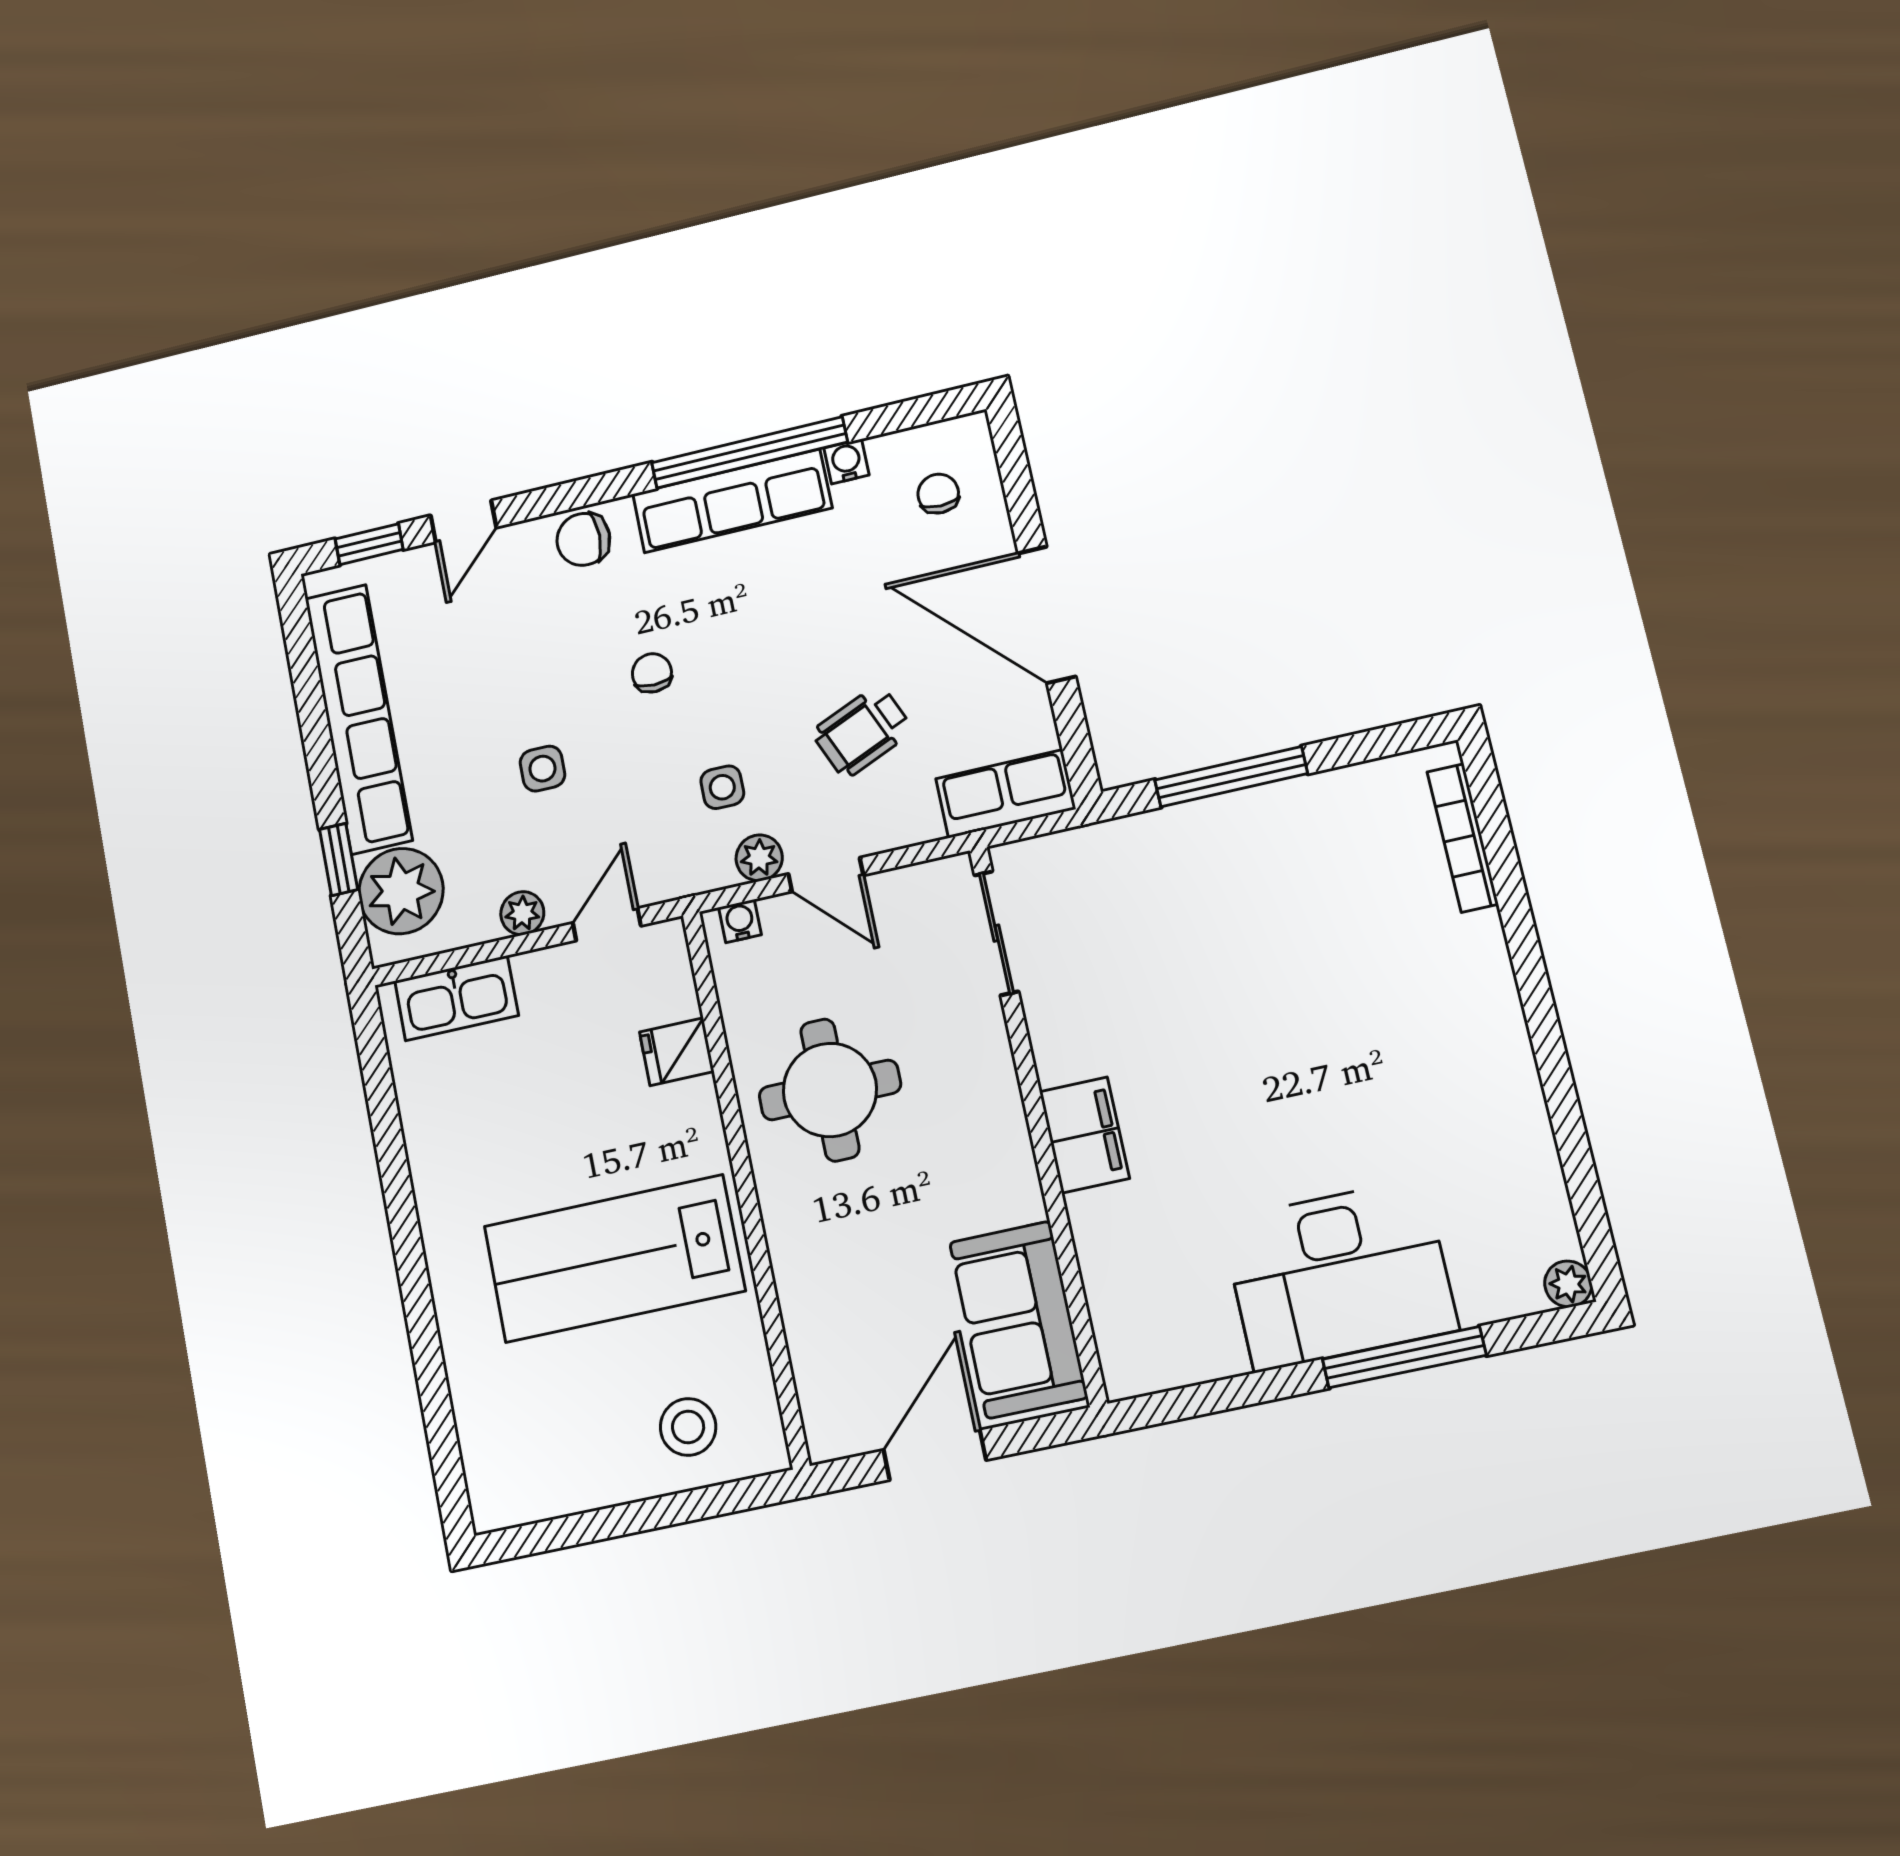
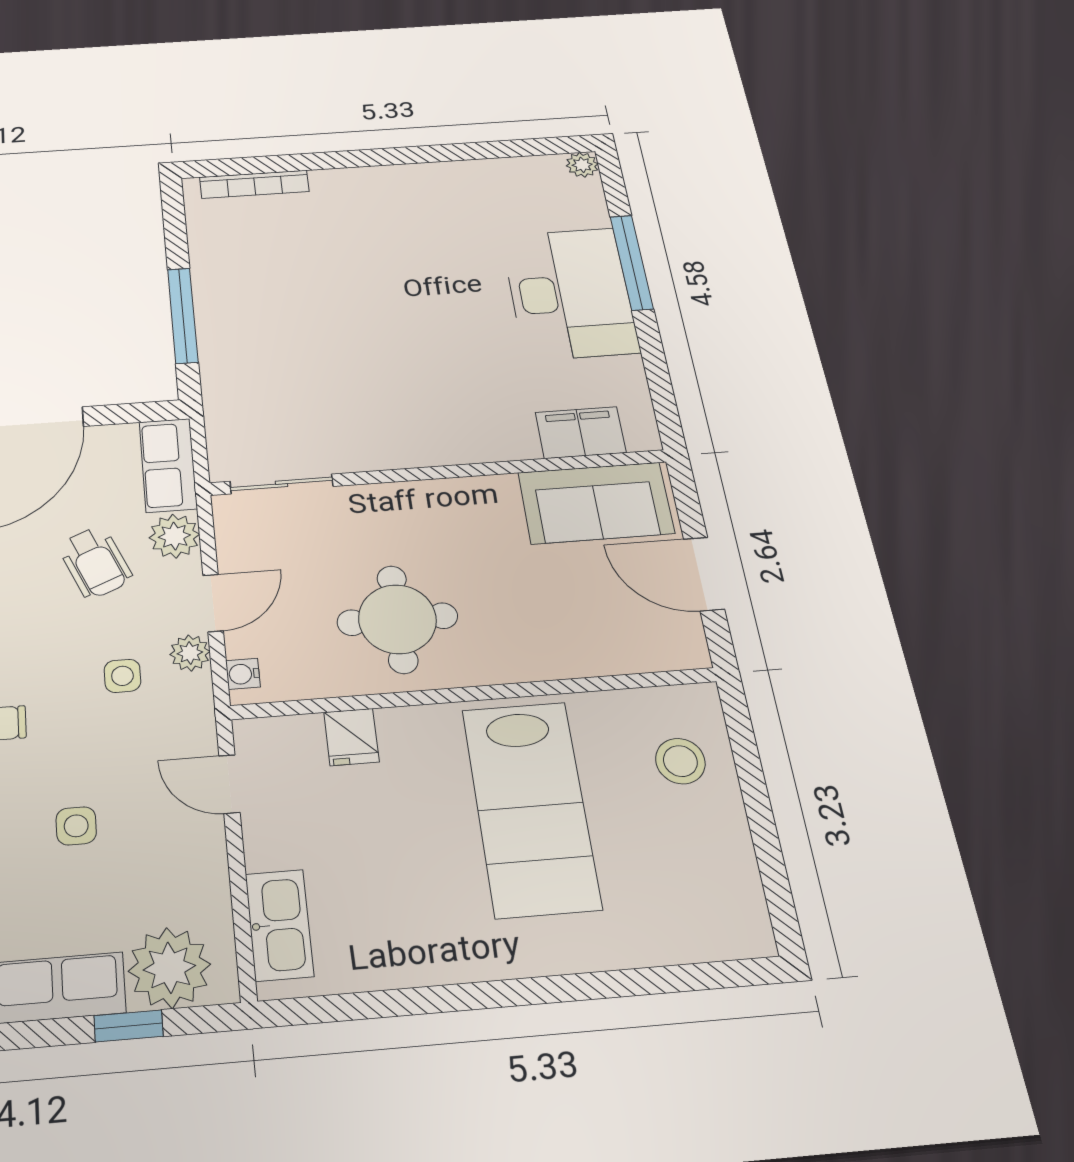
plant: (522, 913) -> (174, 536), moved, width x1.38, depth x1.38
filing cabinet: (1084, 1135) -> (581, 432), moved

